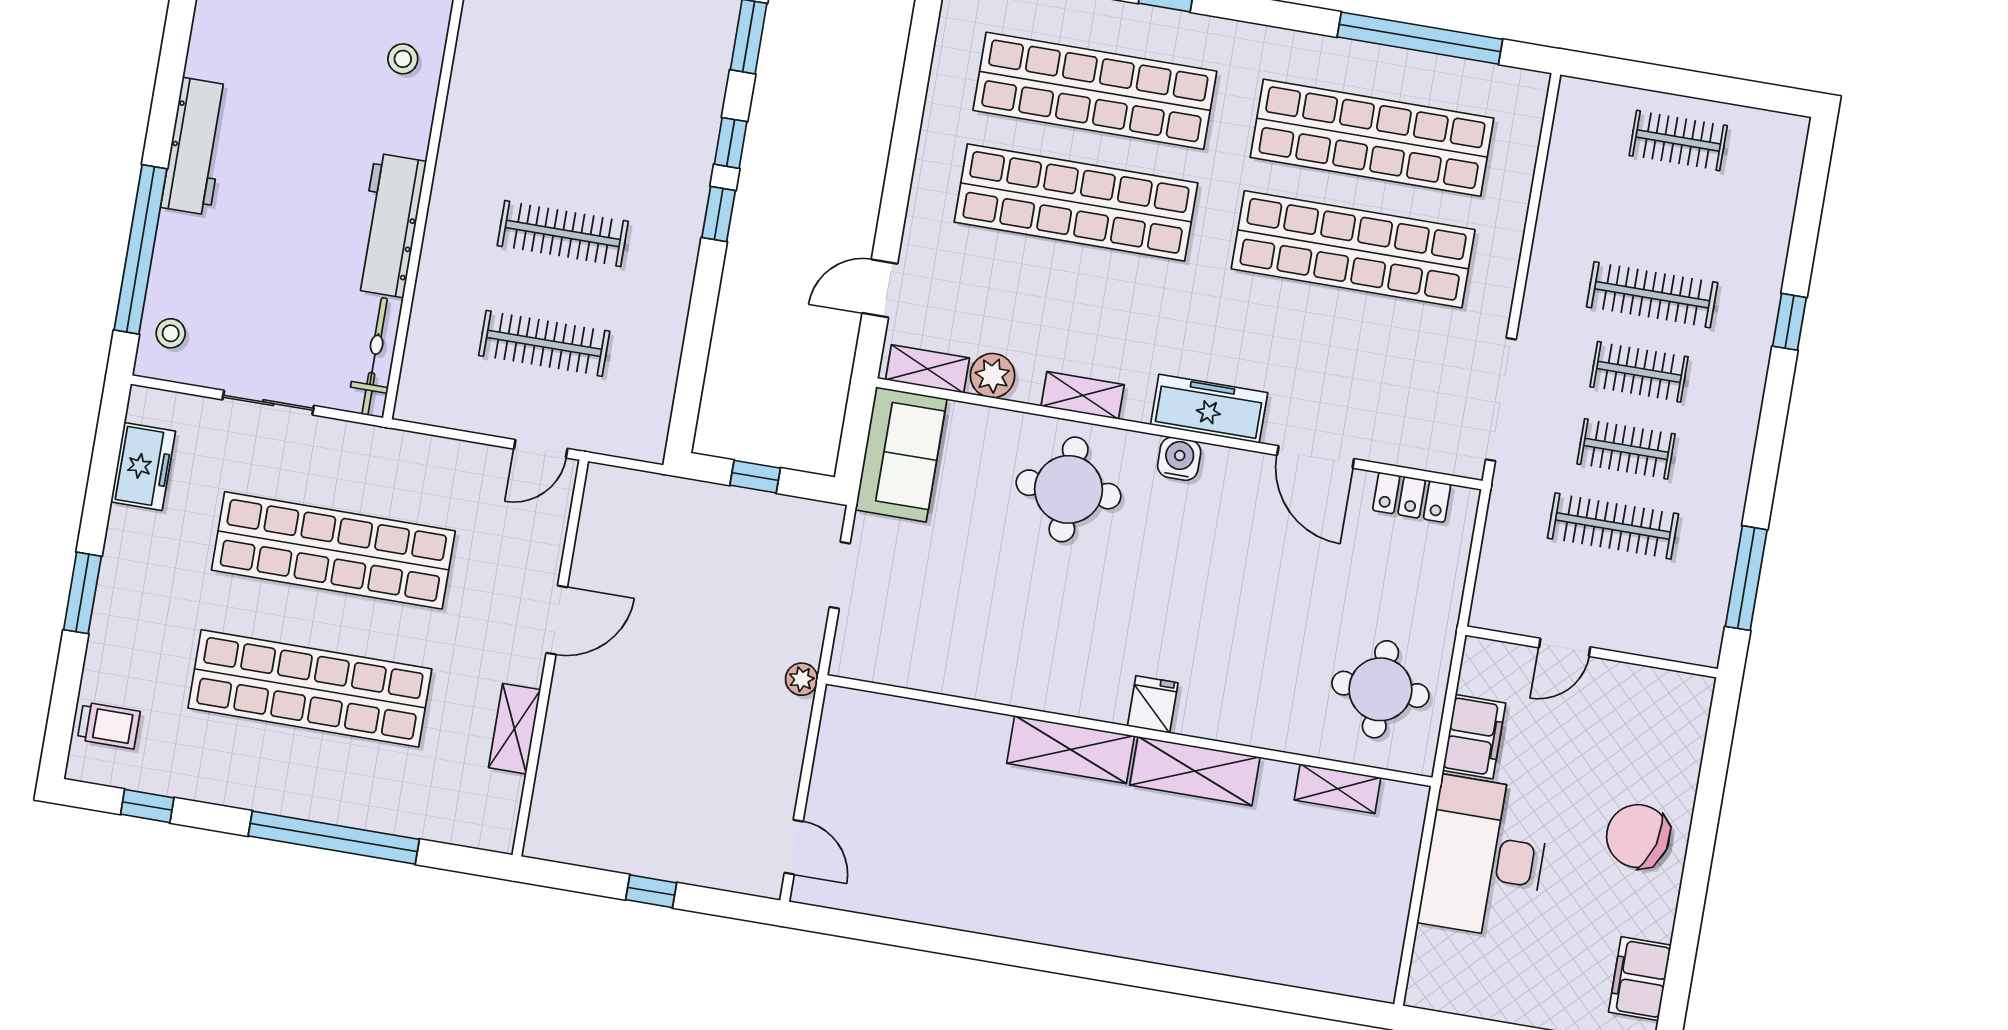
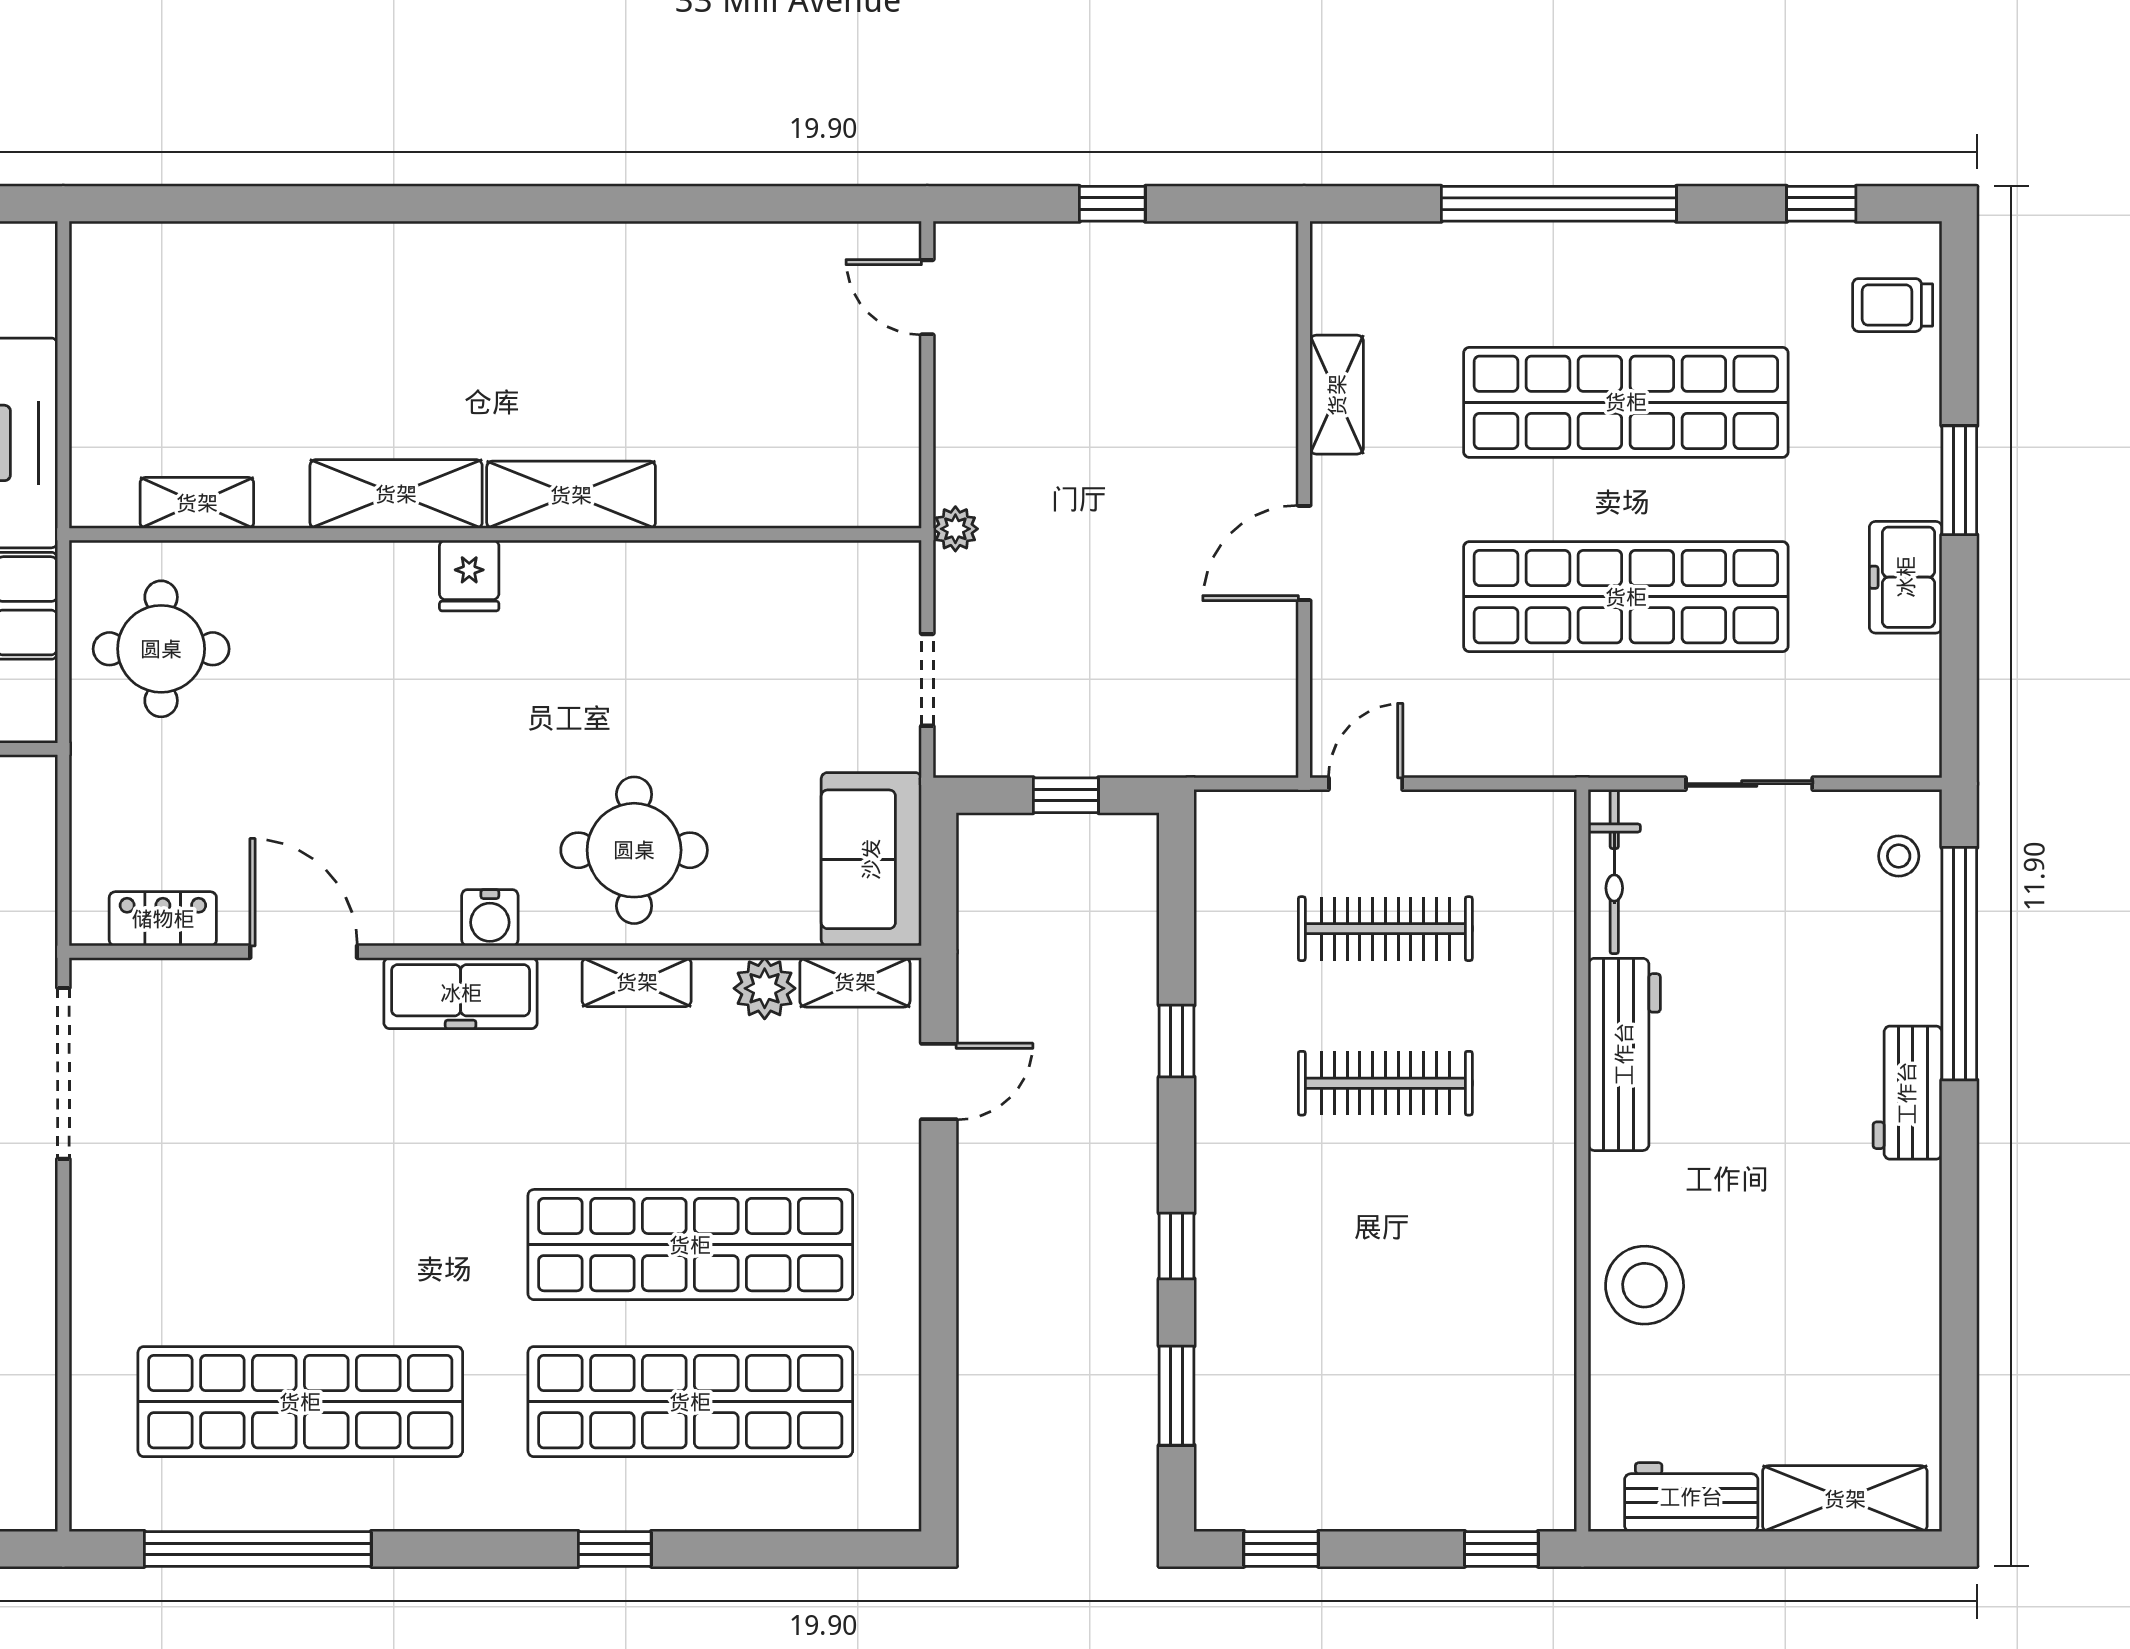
stool: (403, 59) -> (1645, 1285), width x1.89, depth x1.89
workbench: (196, 146) -> (1907, 1093), width x0.73
window: (719, 214) -> (1177, 1041), moved
shop shelf: (1353, 249) -> (300, 1245), removed
freezer: (143, 466) -> (1906, 577), moved

